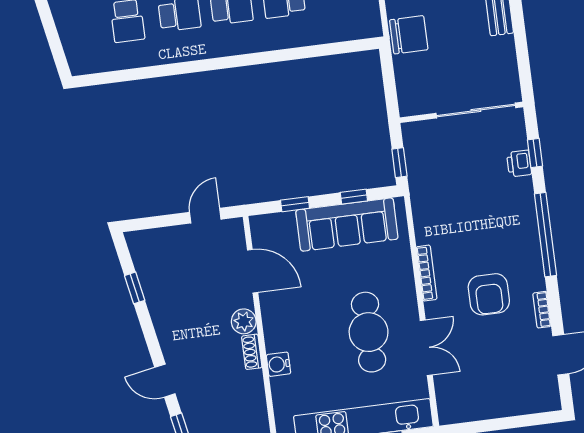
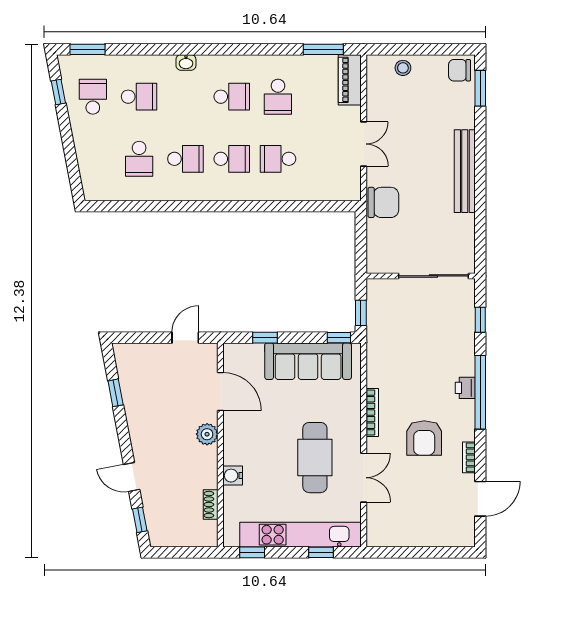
printer: (519, 163) -> (465, 388), moved
window: (354, 197) -> (339, 338), moved
shoe rack: (252, 352) -> (211, 505), moved

